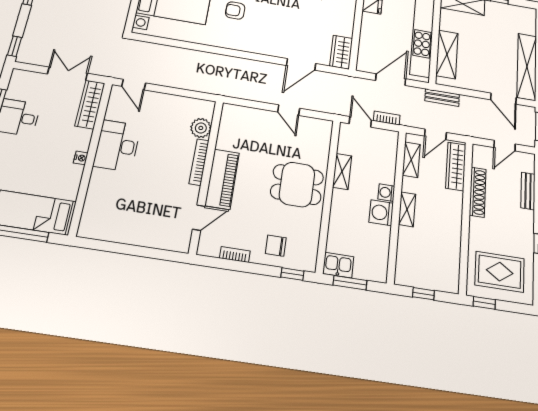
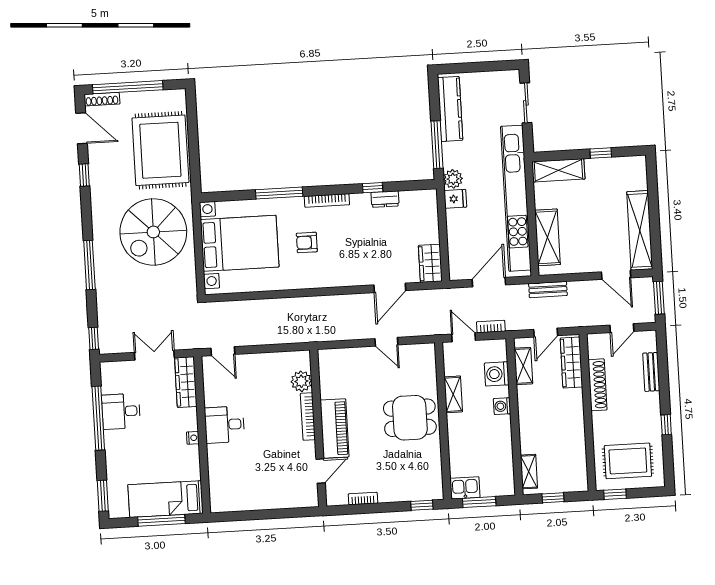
desk: (117, 146) -> (224, 425), width x0.73
shelving: (407, 209) -> (529, 472), moved
washing machine: (381, 213) -> (497, 374), moved
chair: (276, 246) -> (401, 482), removed

